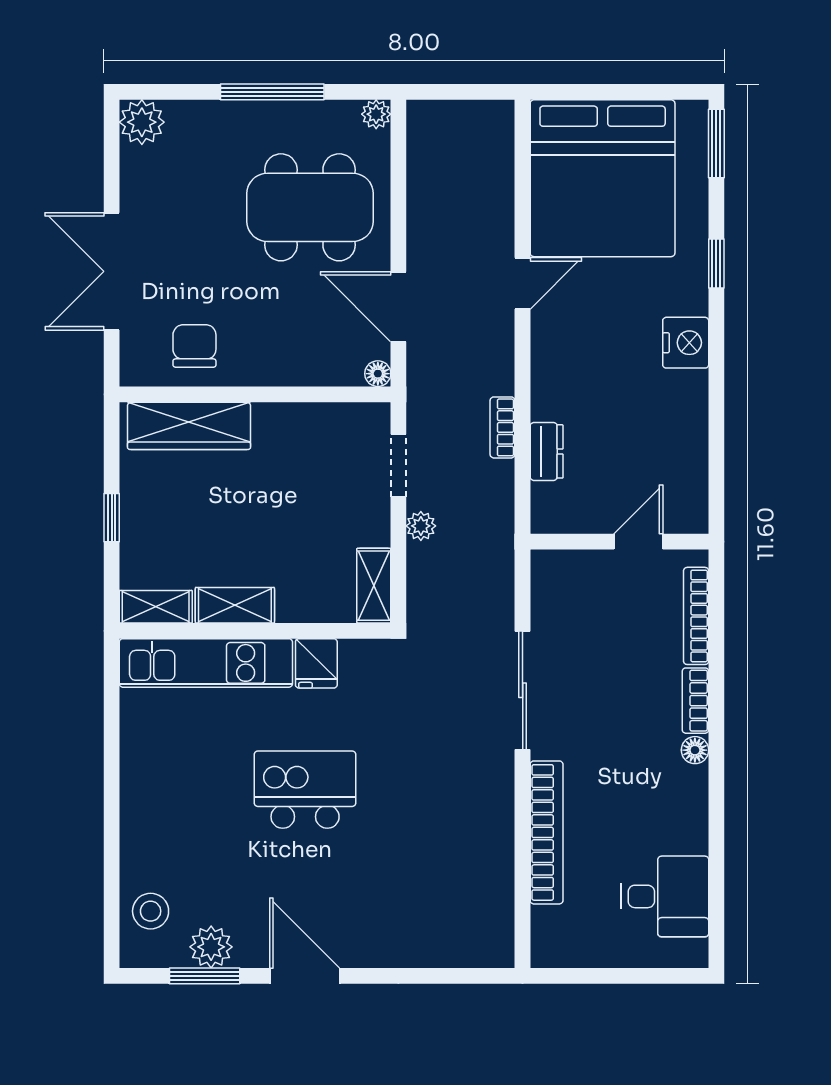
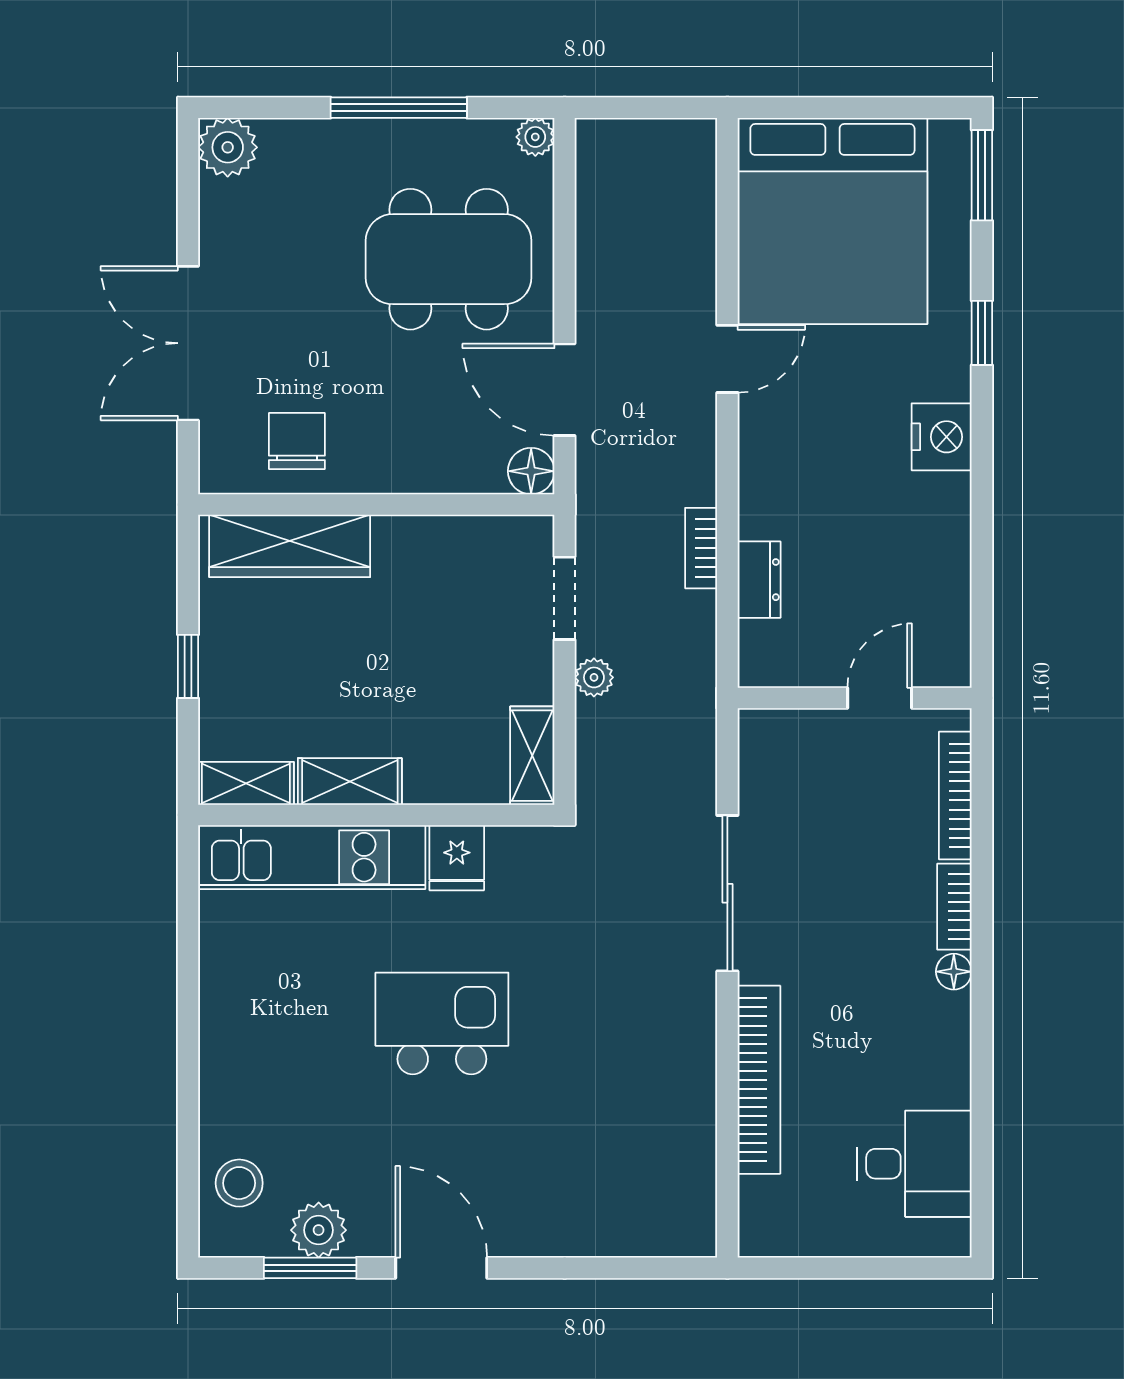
floor lamp: (378, 374) -> (531, 471), width x1.37, depth x1.37

